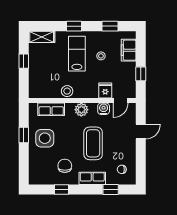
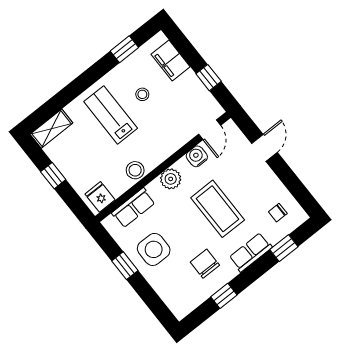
window: (74, 26) -> (80, 84), removed
fridge: (105, 90) -> (100, 197), moved

